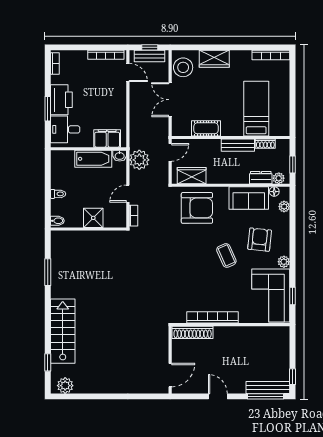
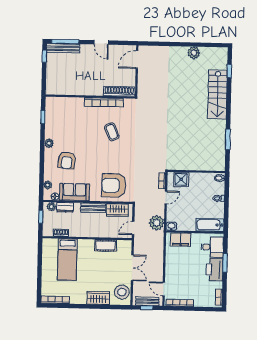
bench: (238, 145) -> (93, 208), moved
bathtub: (93, 159) -> (210, 225), moved
shower: (93, 218) -> (181, 179), moved
coffee table: (226, 255) -> (112, 132), moved
corner sofa: (271, 295) -> (59, 118), removed
plant: (65, 386) -> (194, 53), moved

